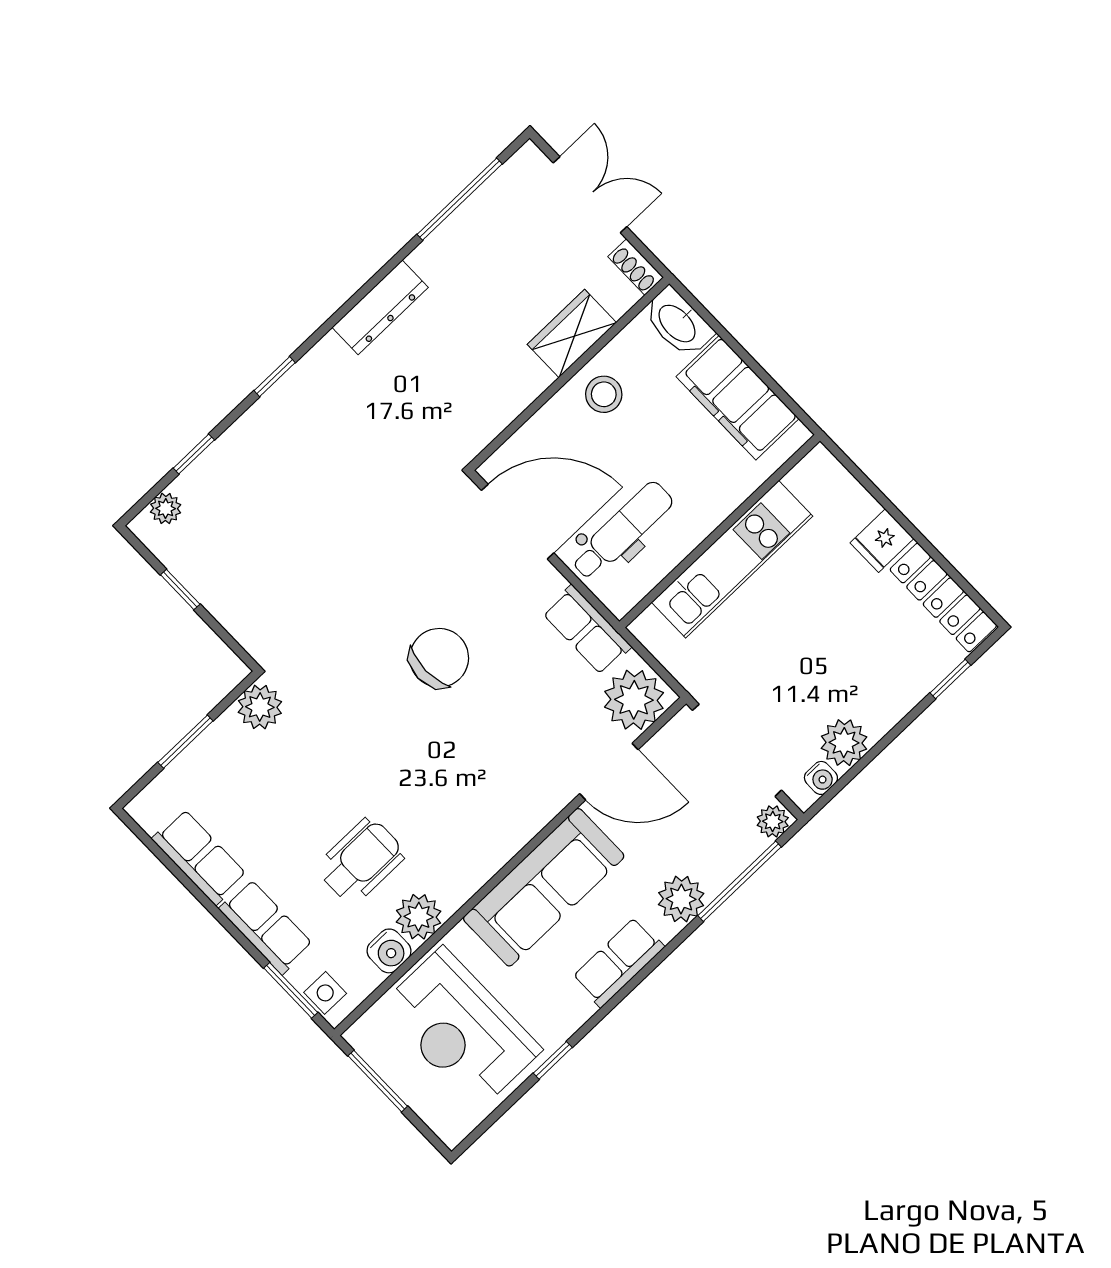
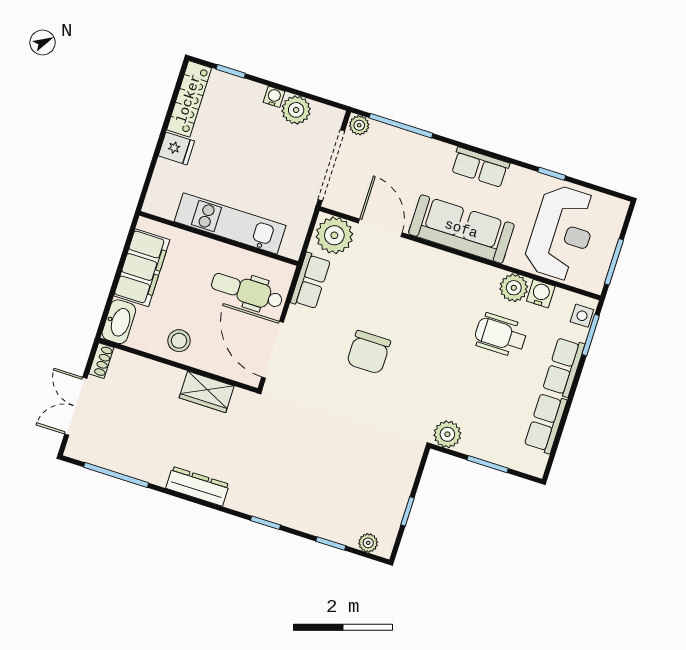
wardrobe: (572, 333) -> (207, 392), moved
chair: (439, 658) -> (369, 352), turned -90
water cooler: (821, 778) -> (274, 97), moved
plant: (681, 899) -> (428, 152), removed

